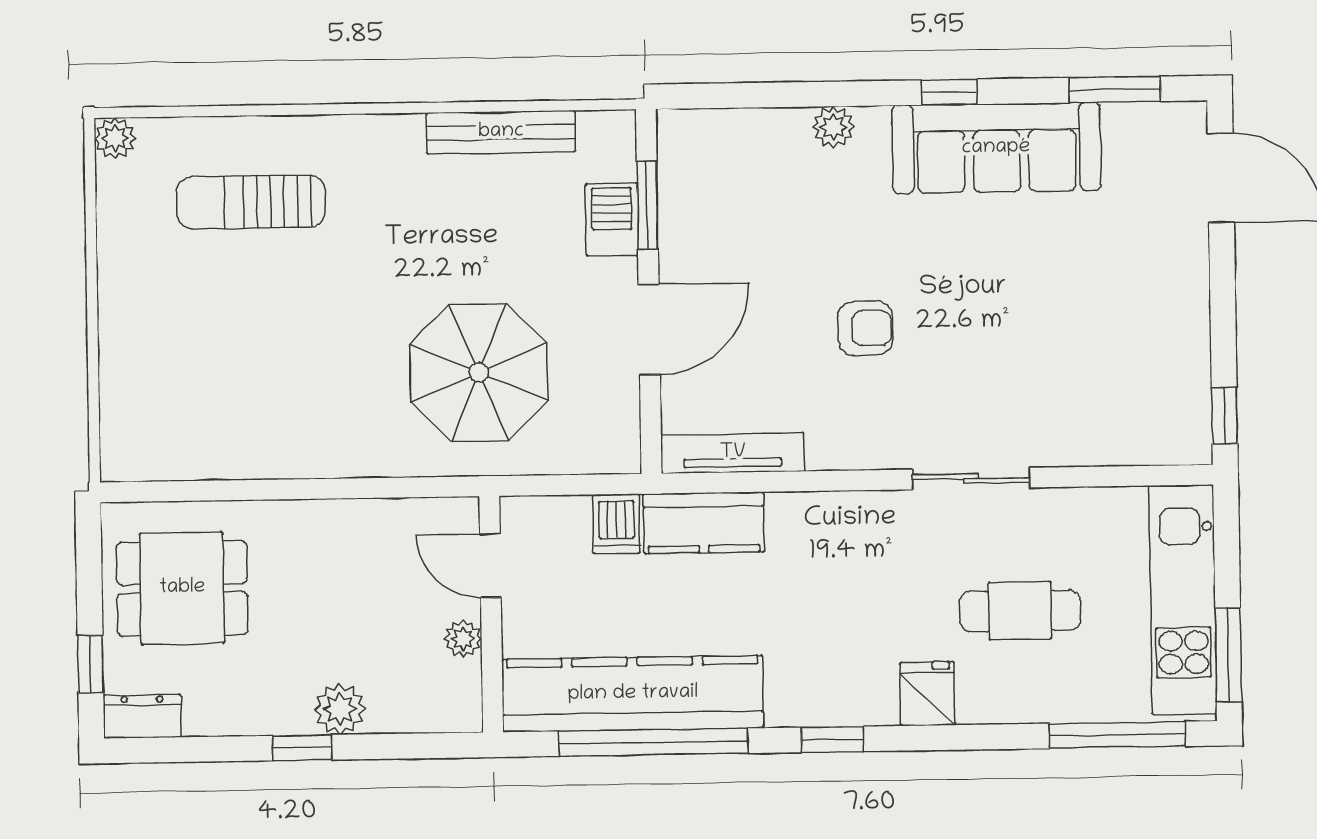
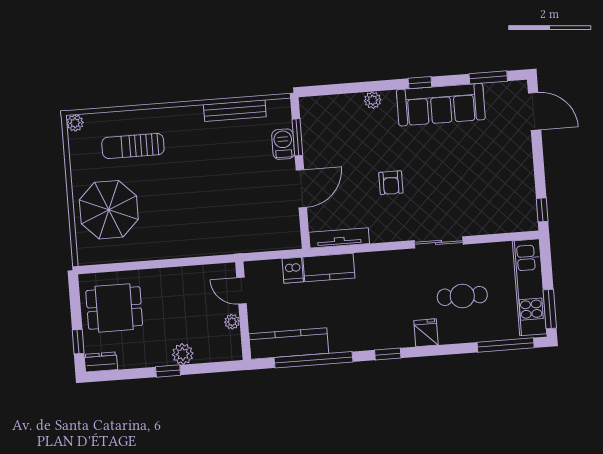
armchair: (865, 328) -> (391, 183), turned 90
parasol: (479, 372) -> (109, 210), moved
kitchen counter: (633, 694) -> (289, 344), width x0.72, depth x0.86

